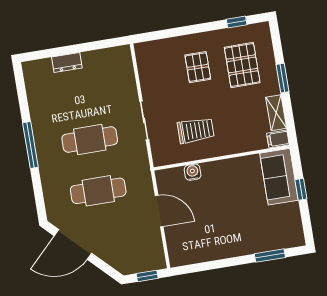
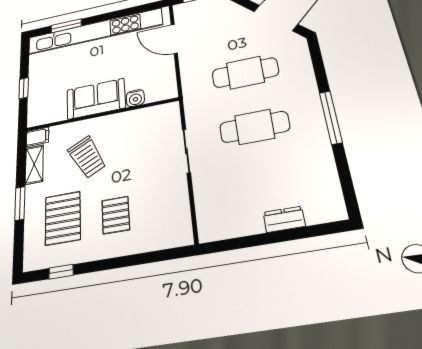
trolley: (196, 130) -> (87, 157), moved, turned -117
sofa: (279, 177) -> (96, 99), moved, turned -90
door: (159, 211) -> (174, 39), moved
kitchen unit: (240, 246) -> (94, 31), added

